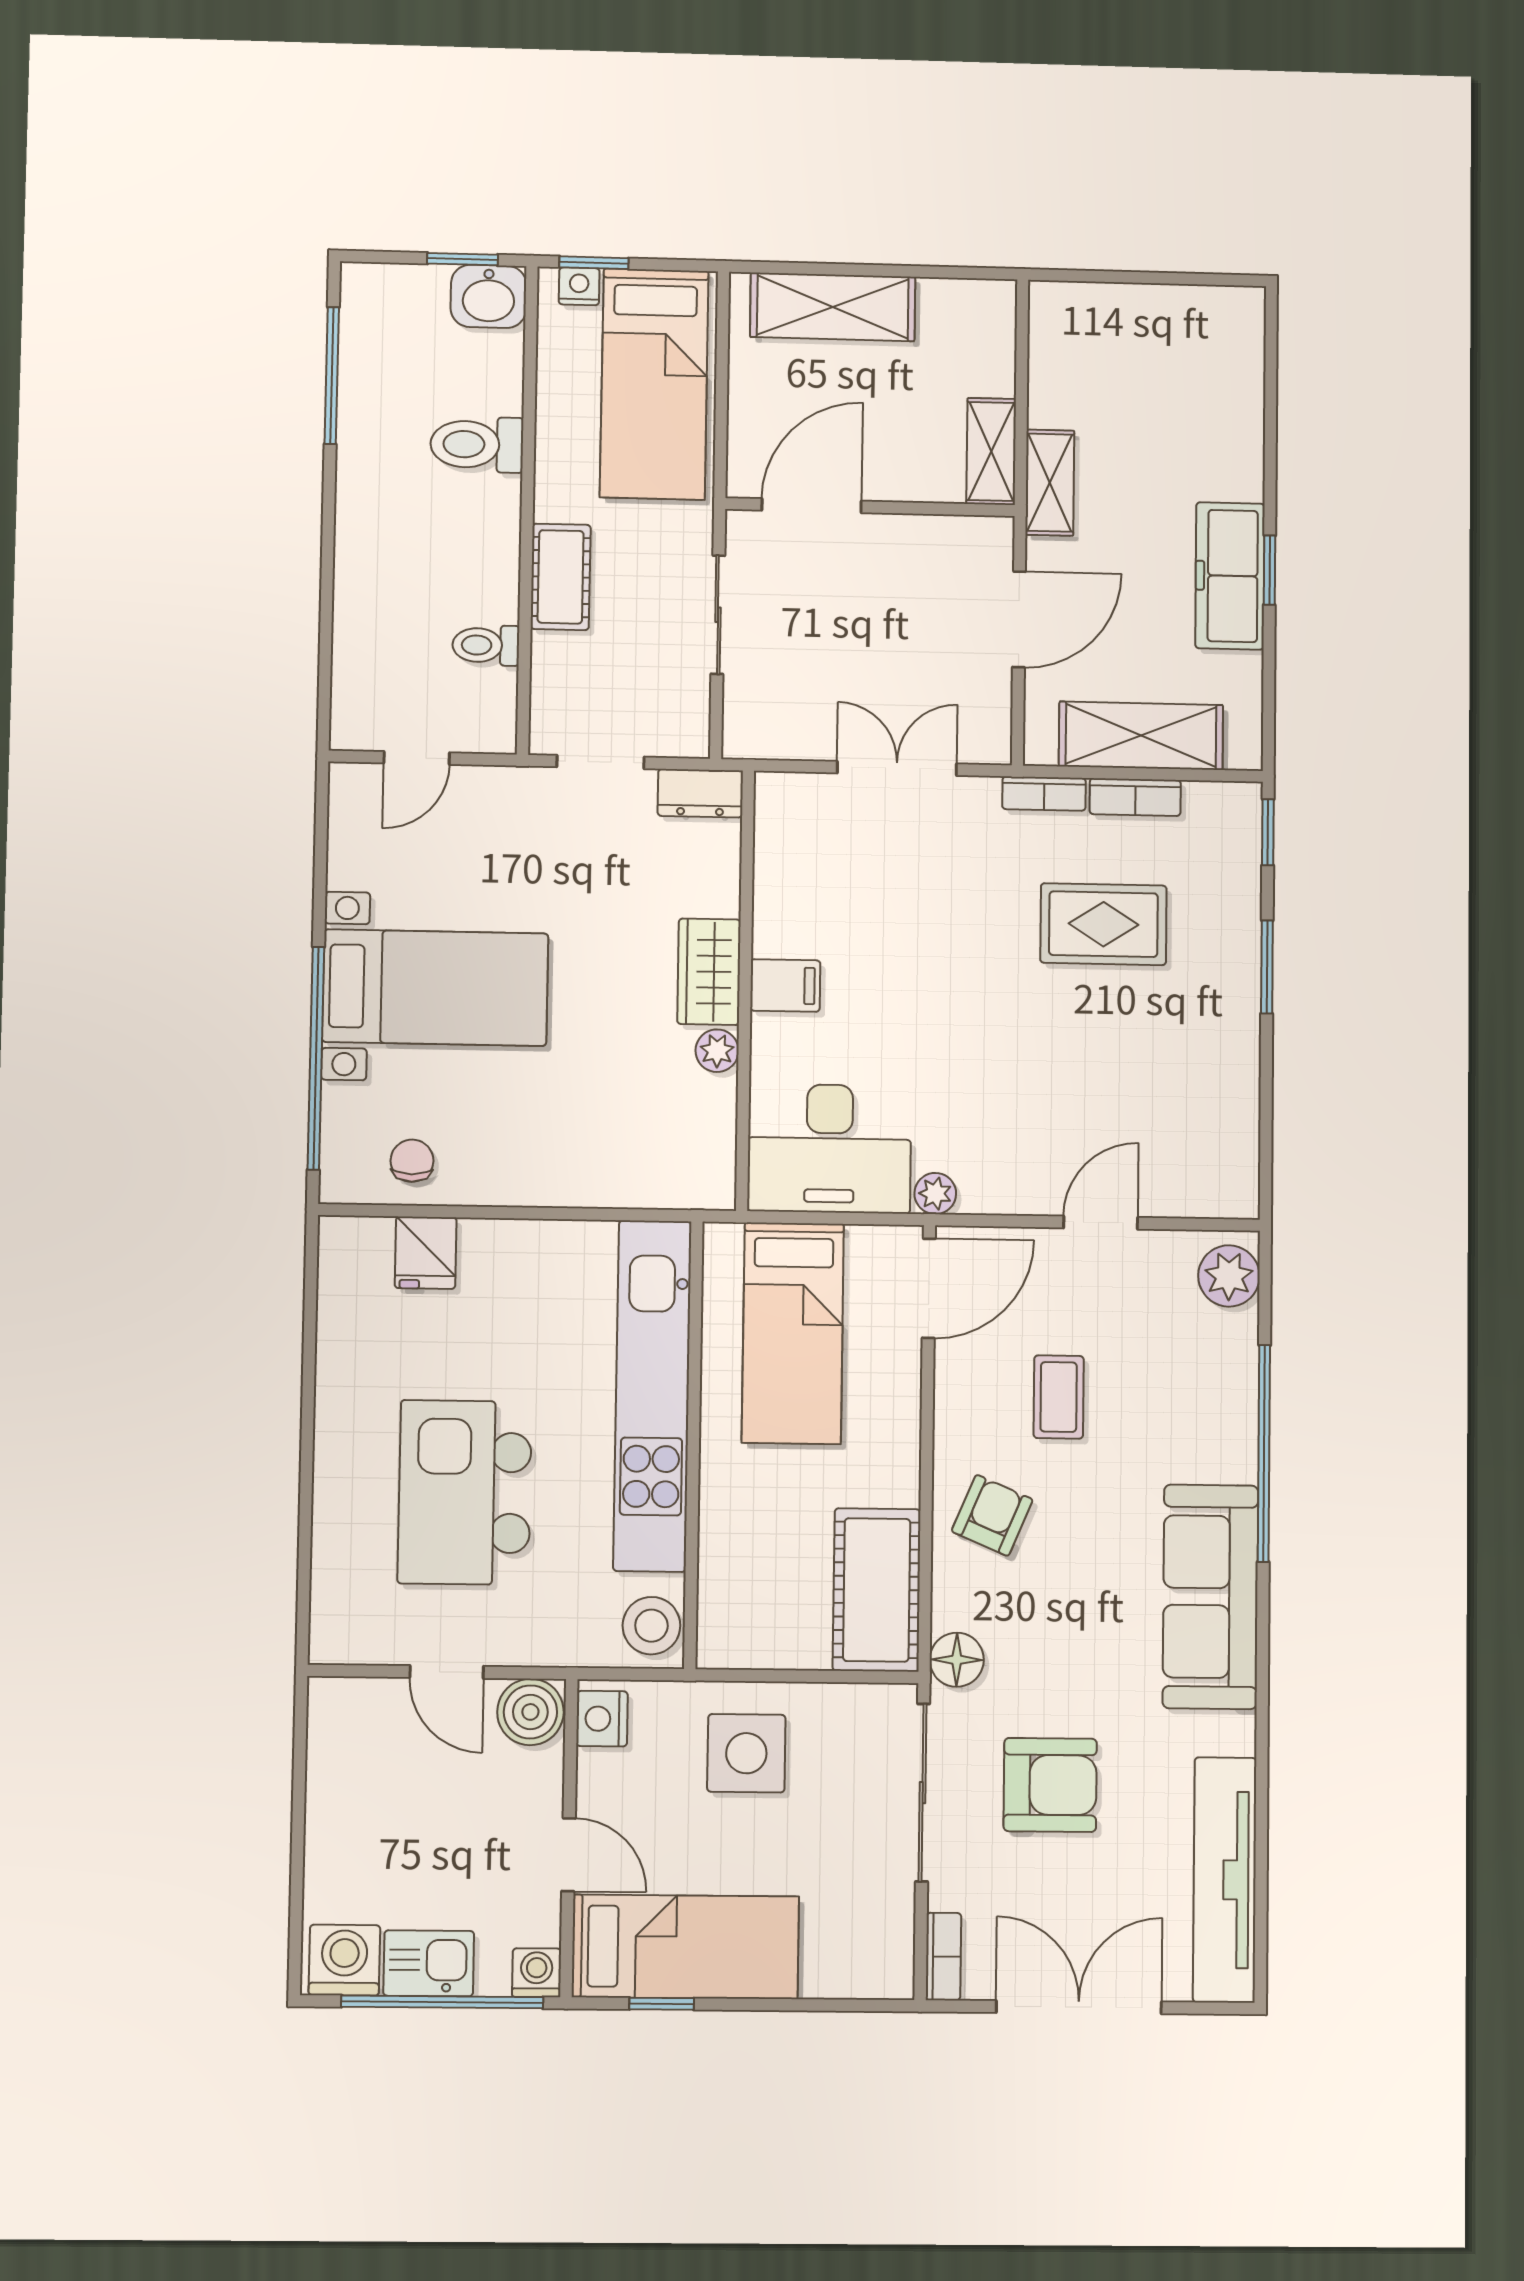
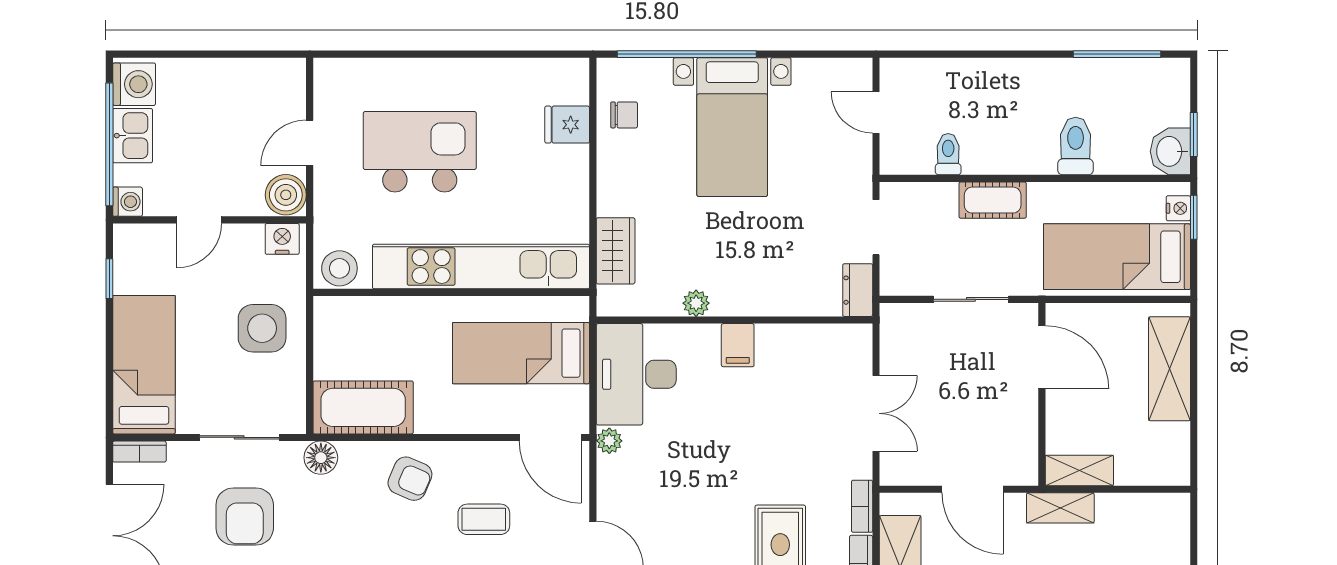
wardrobe: (709, 972) -> (616, 251), moved, turned 90
sliding door: (923, 1793) -> (239, 437), width x0.73
bed: (685, 1947) -> (144, 365), moved, turned 180

